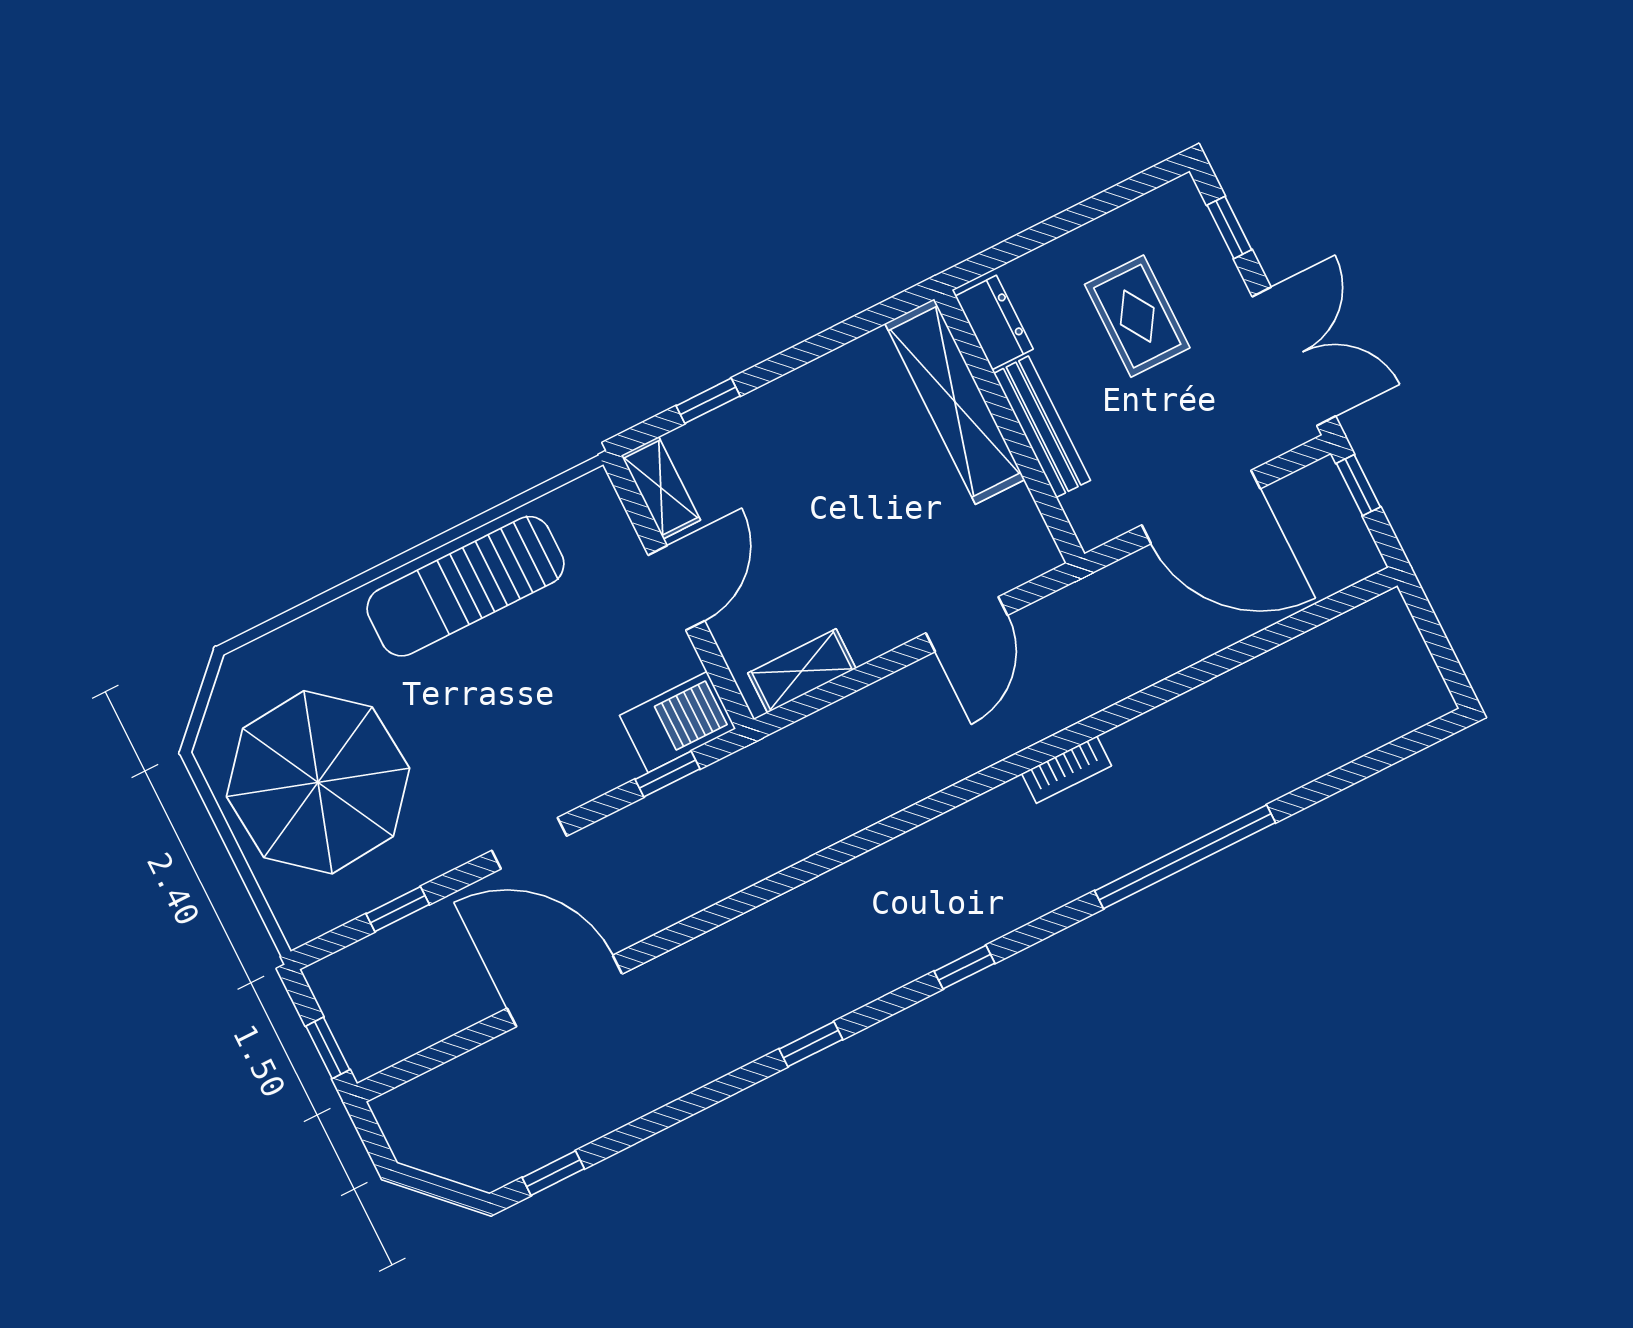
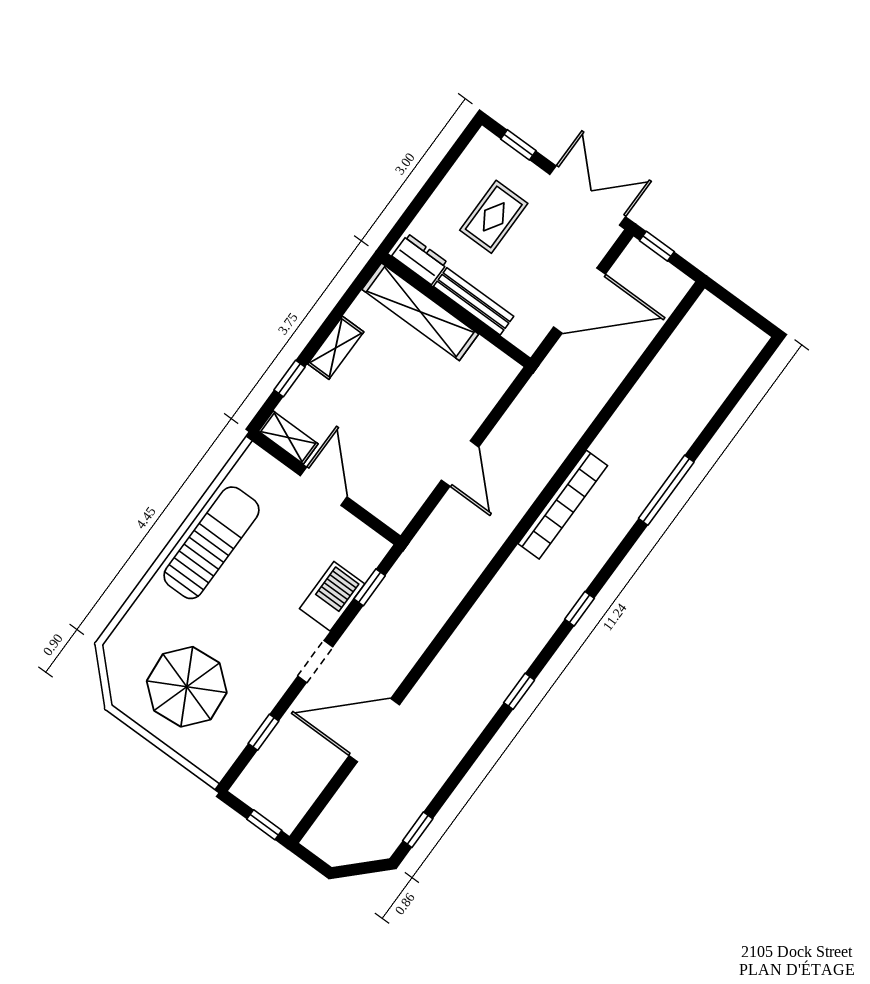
rug: (1137, 316) -> (494, 217), turned 90
sun lounger: (465, 586) -> (212, 543), turned 180
door: (967, 624) -> (460, 464), moved
shelving: (802, 671) -> (336, 348), moved
barbecue: (678, 722) -> (332, 596), moved
bookcase: (1066, 770) -> (563, 505), width x2.31, depth x1.31
parasol: (318, 782) -> (187, 687), width x0.73, depth x0.73
window: (1185, 857) -> (666, 490), width x0.68

